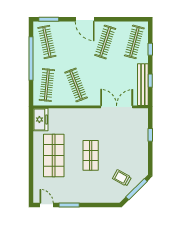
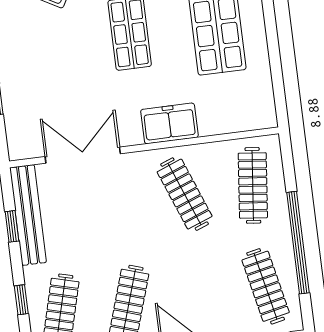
double door: (117, 107) -> (83, 155), swing flipped
freezer: (40, 119) -> (169, 123), moved, turned 90

